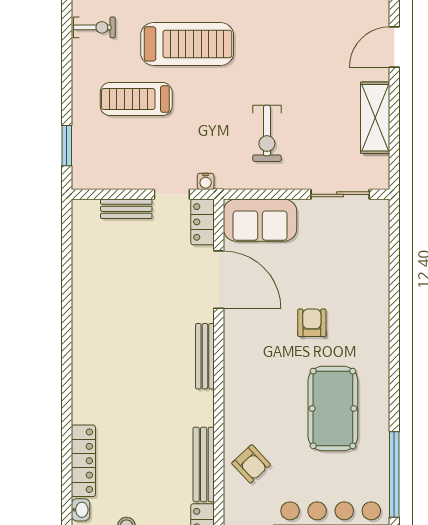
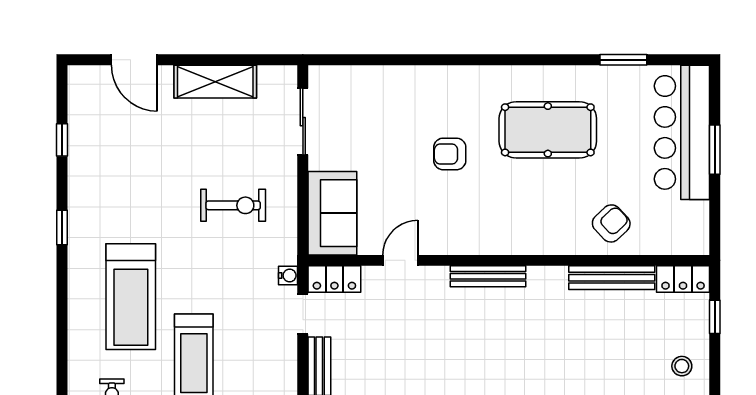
treadmill: (187, 44) -> (131, 297), turned 180
door: (219, 280) -> (400, 260), width x0.53
window: (394, 475) -> (623, 60), width x0.47

